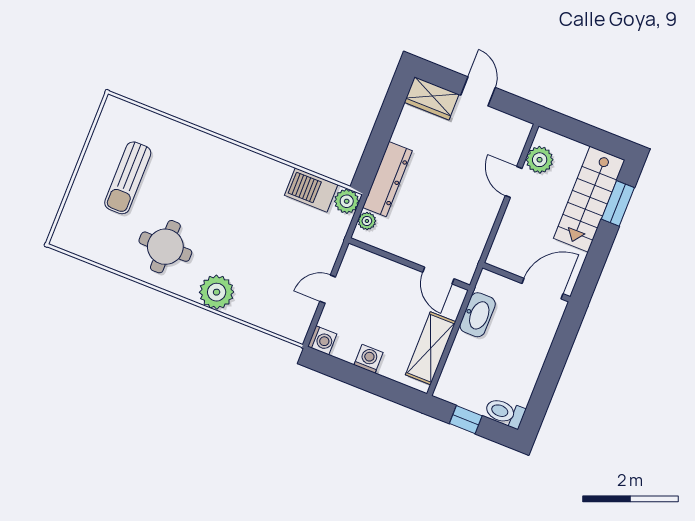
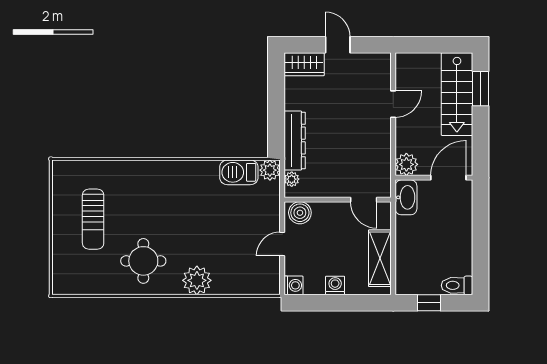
plant: (540, 160) -> (406, 164), moved
door: (514, 182) -> (393, 104), swing flipped
boiler: (361, 262) -> (300, 213), added
washbasin: (478, 315) -> (406, 197), moved

